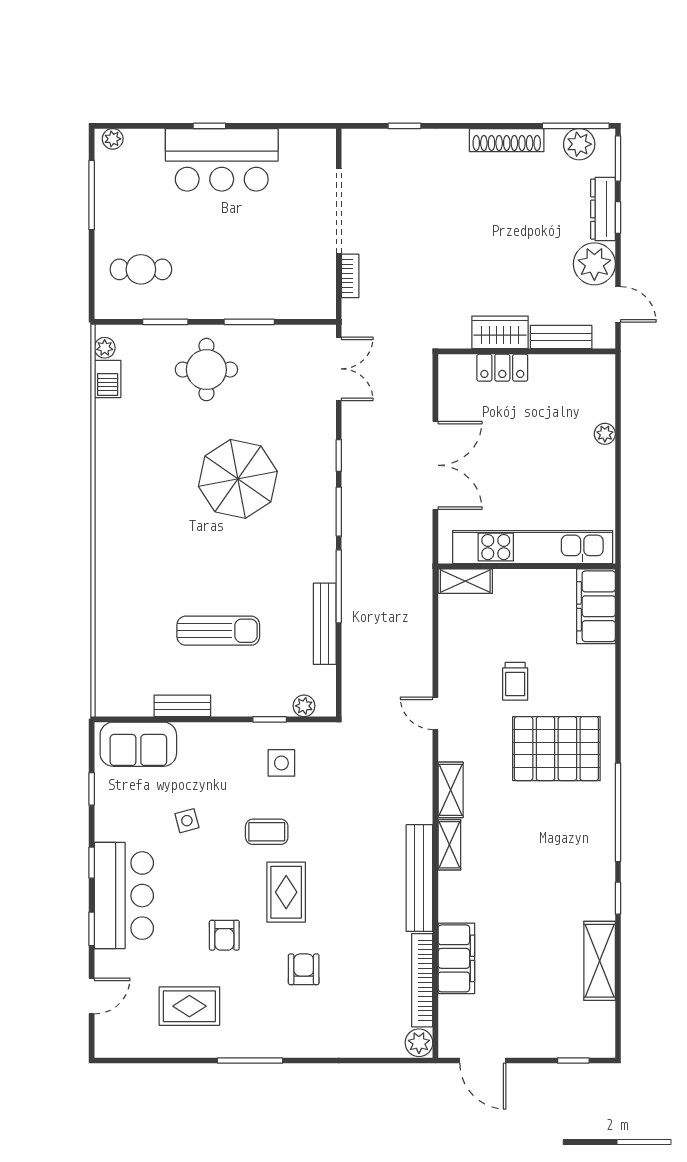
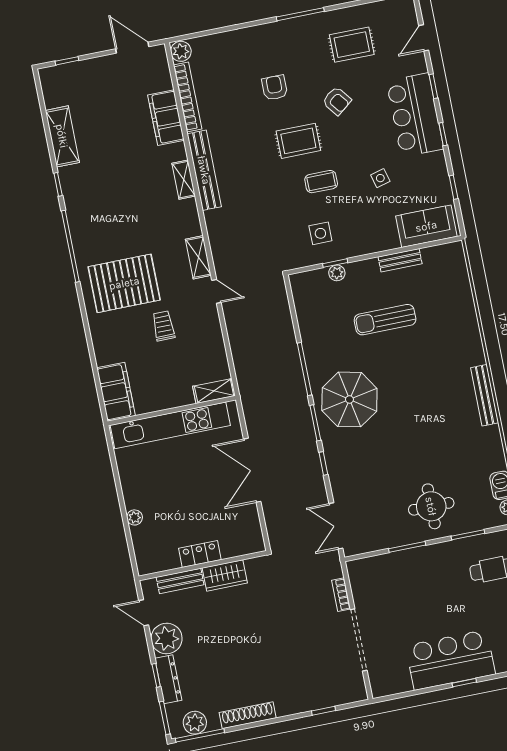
locker: (502, 368) -> (200, 554), moved
parasol: (238, 479) -> (349, 399), moved
bench: (325, 624) -> (485, 395), moved
plant: (304, 706) -> (337, 273), moved
shelving: (451, 790) -> (198, 257), moved
shelving: (449, 845) -> (184, 180), moved
rug: (286, 892) -> (298, 141), turned 90
armchair: (224, 935) -> (337, 101), turned 142
armchair: (304, 969) -> (275, 88), turned 180

